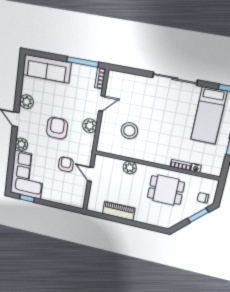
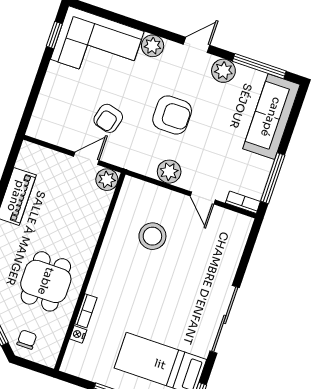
window: (20, 81) -> (259, 66), added
armchair: (66, 164) -> (108, 118), turned 105
plant: (130, 168) -> (107, 180), moved

